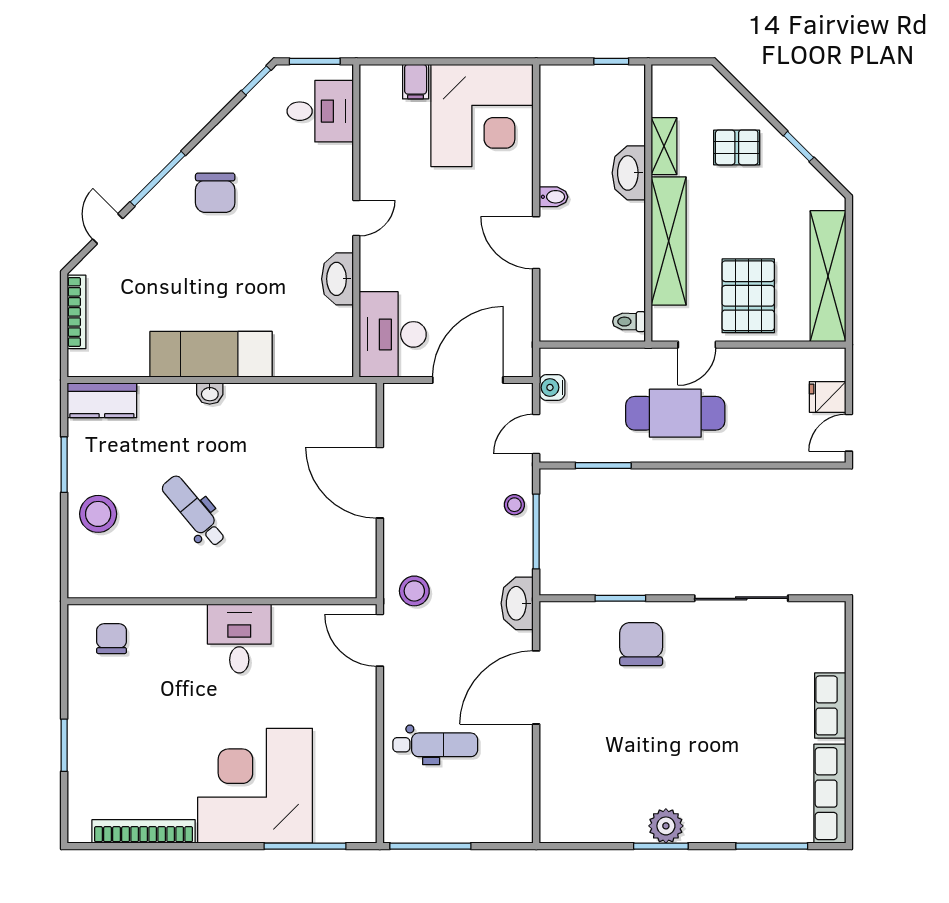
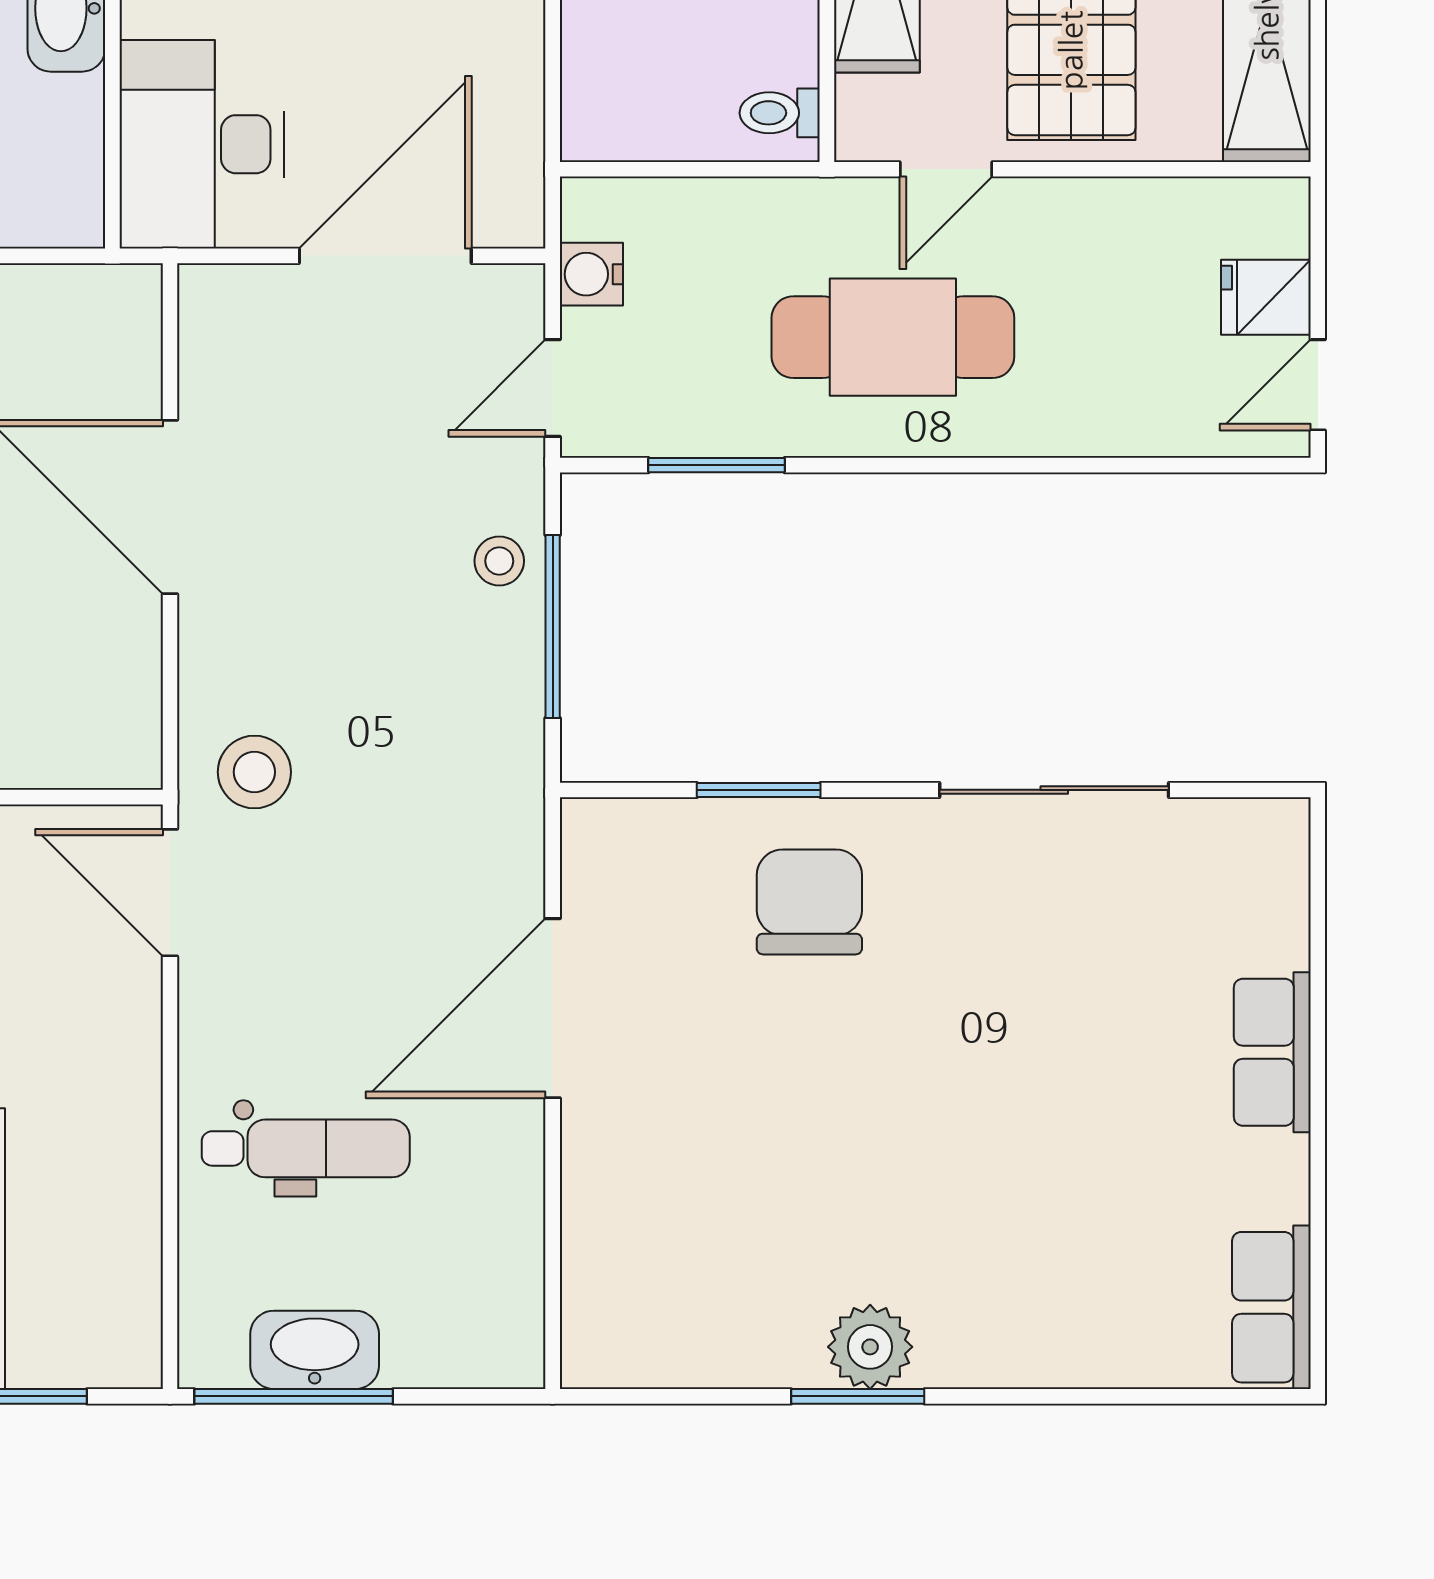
washbasin: (517, 603) -> (315, 1350), moved, turned 90
row of seats: (830, 794) -> (1271, 1307), width x0.68
window: (772, 846) -> (1129, 1396), removed

